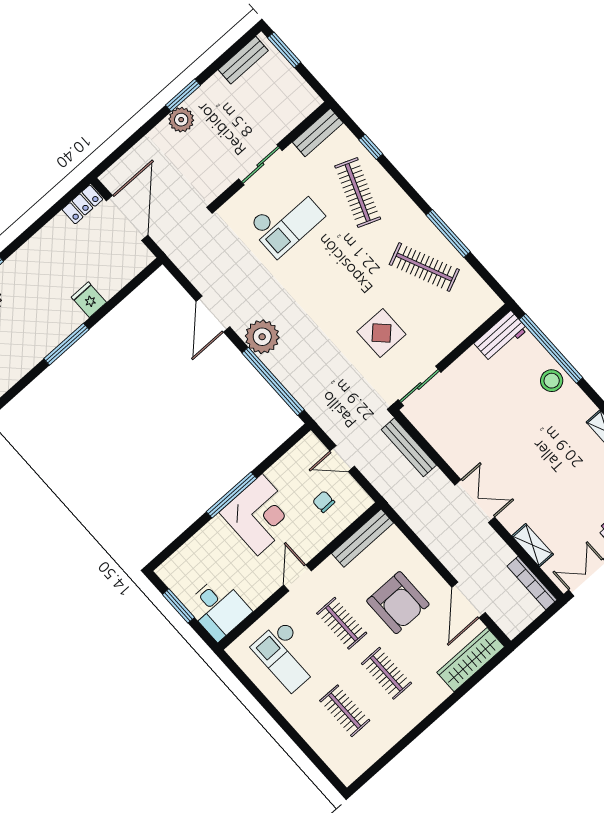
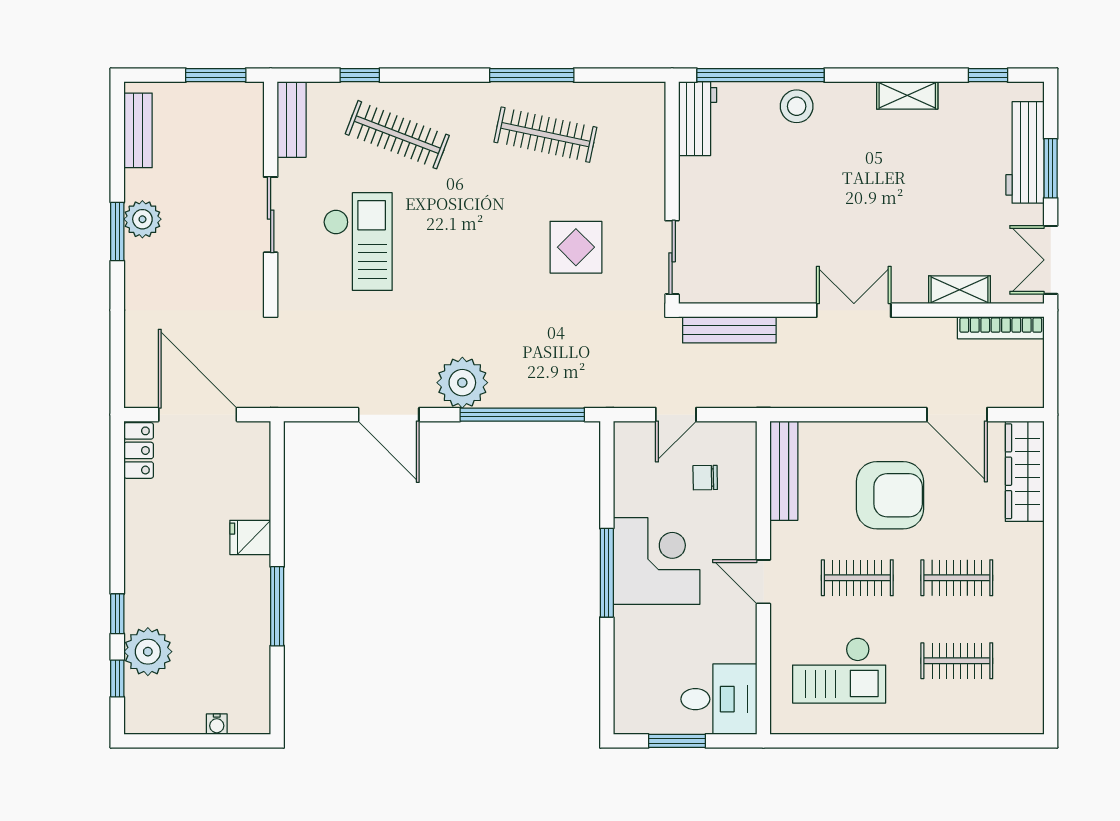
window: (284, 50) -> (216, 75), moved
plant: (181, 120) -> (142, 219), moved
clothes rail: (424, 267) -> (545, 135), turned 36

